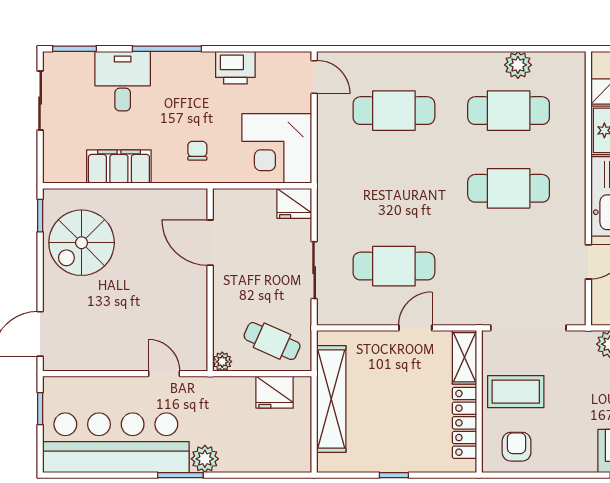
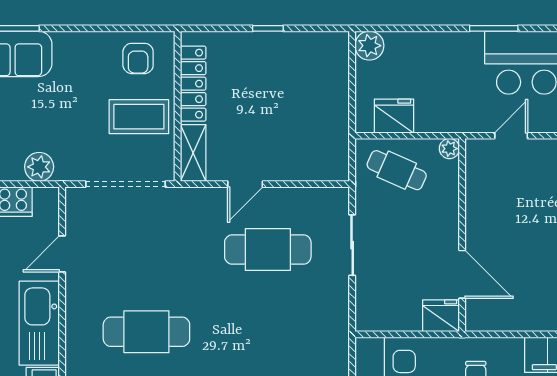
fridge: (294, 203) -> (441, 316), moved
door: (164, 374) -> (511, 136), swing flipped
shelving: (331, 399) -> (334, 109), removed
plant: (205, 459) -> (369, 46), moved

